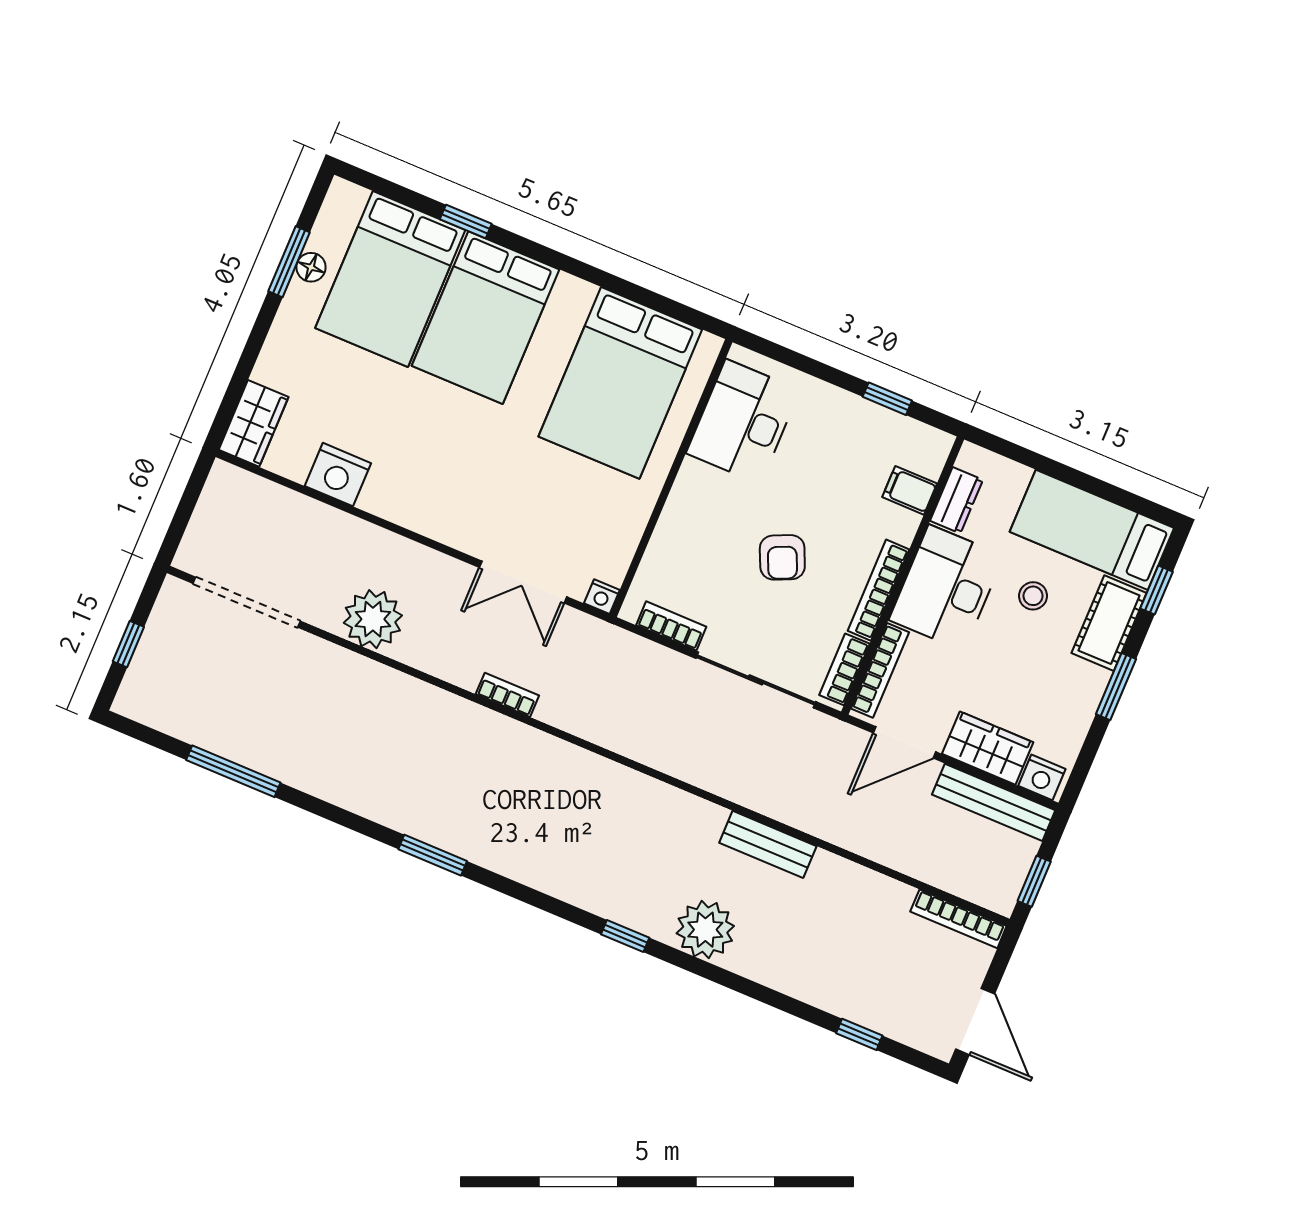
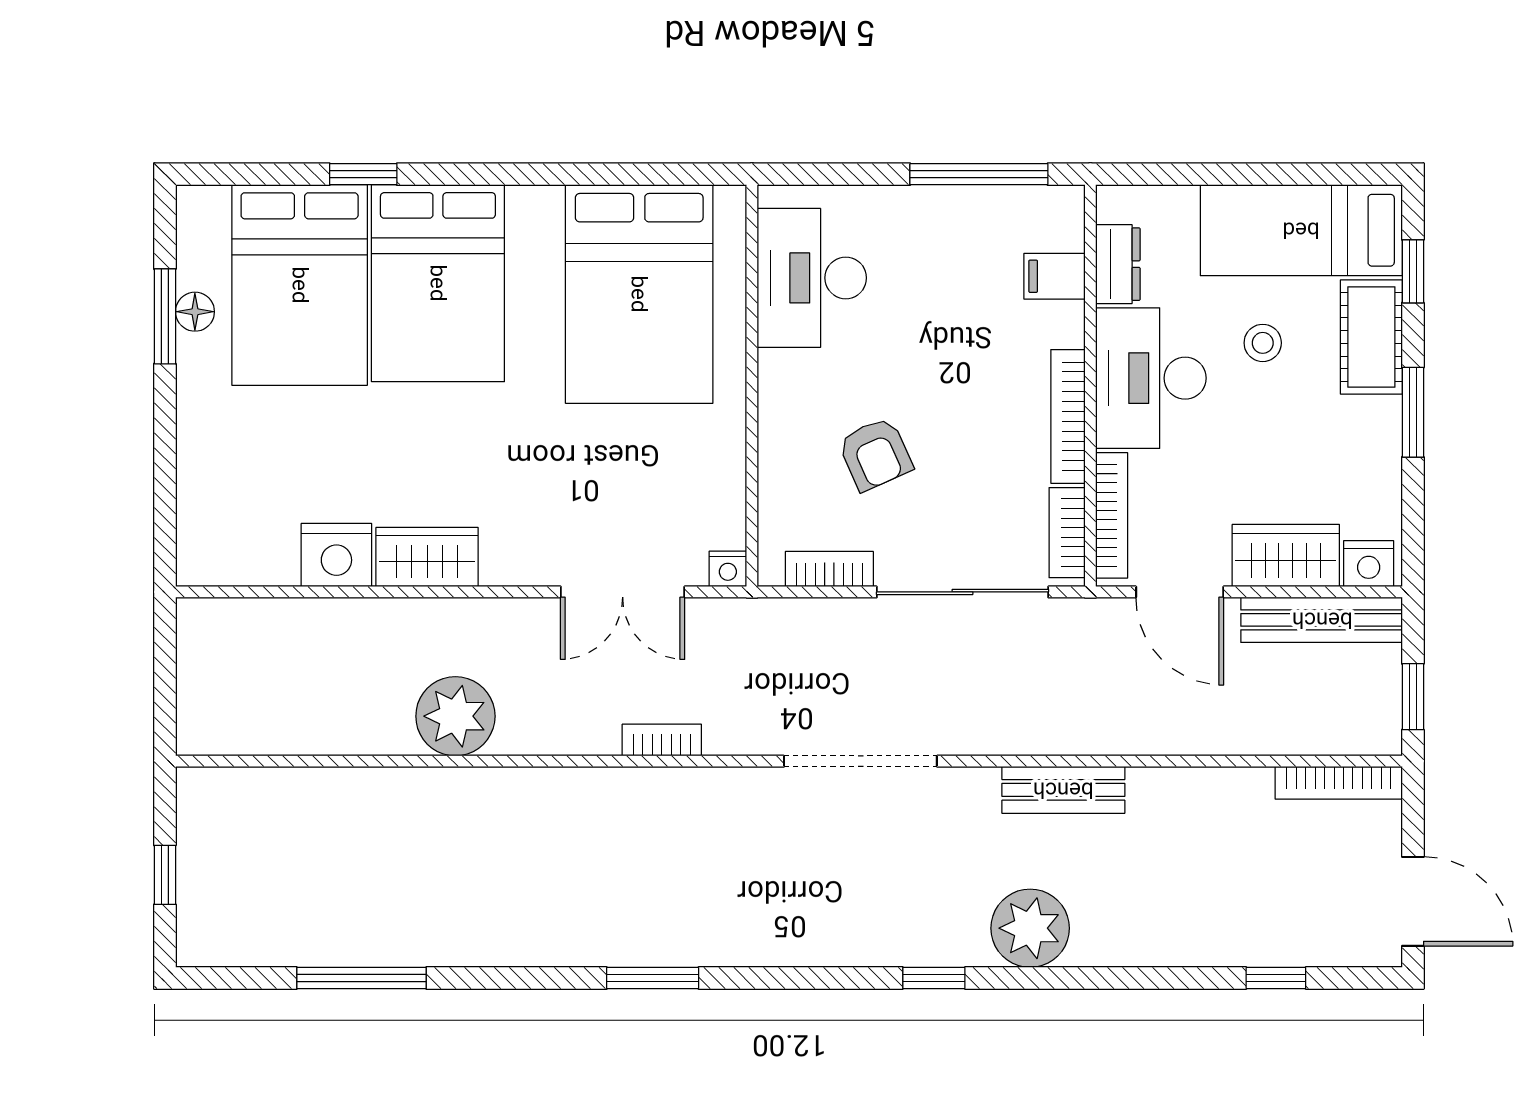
window: (887, 399) -> (979, 174), width x2.17
wardrobe: (254, 423) -> (427, 557), moved, turned -90
armchair: (782, 557) -> (875, 454), moved
doorway: (247, 602) -> (860, 761), moved
door: (905, 742) -> (1180, 592), hinge flipped

